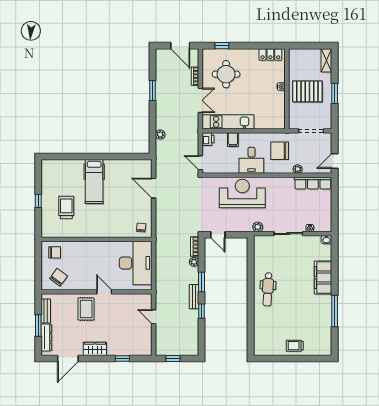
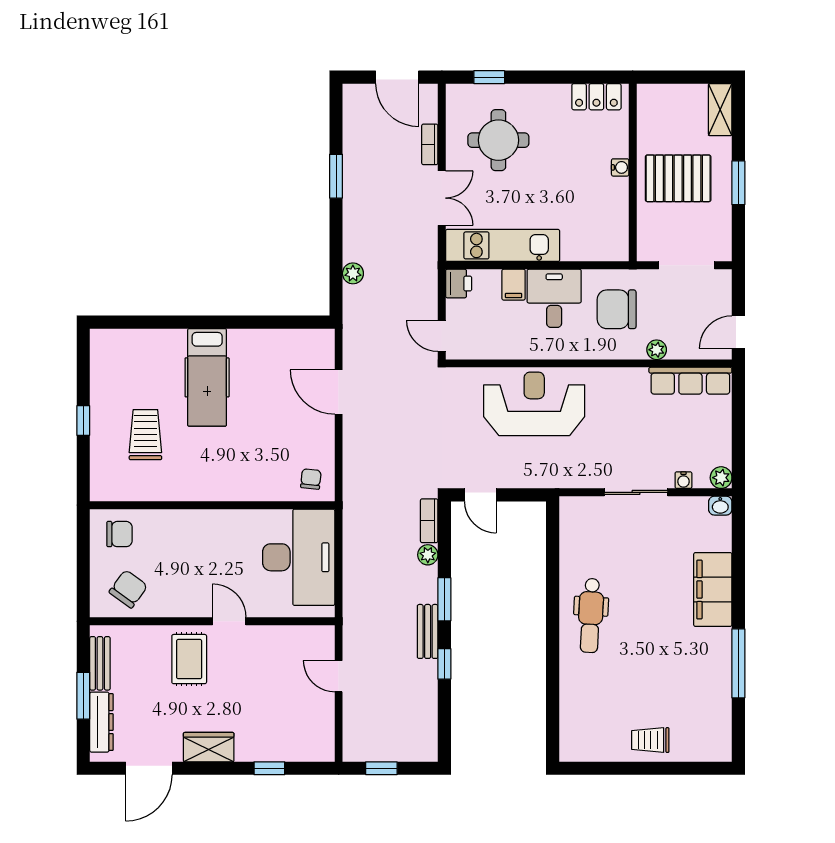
desk: (251, 160) -> (554, 298), moved, turned 180
plant: (258, 227) -> (721, 478), moved

